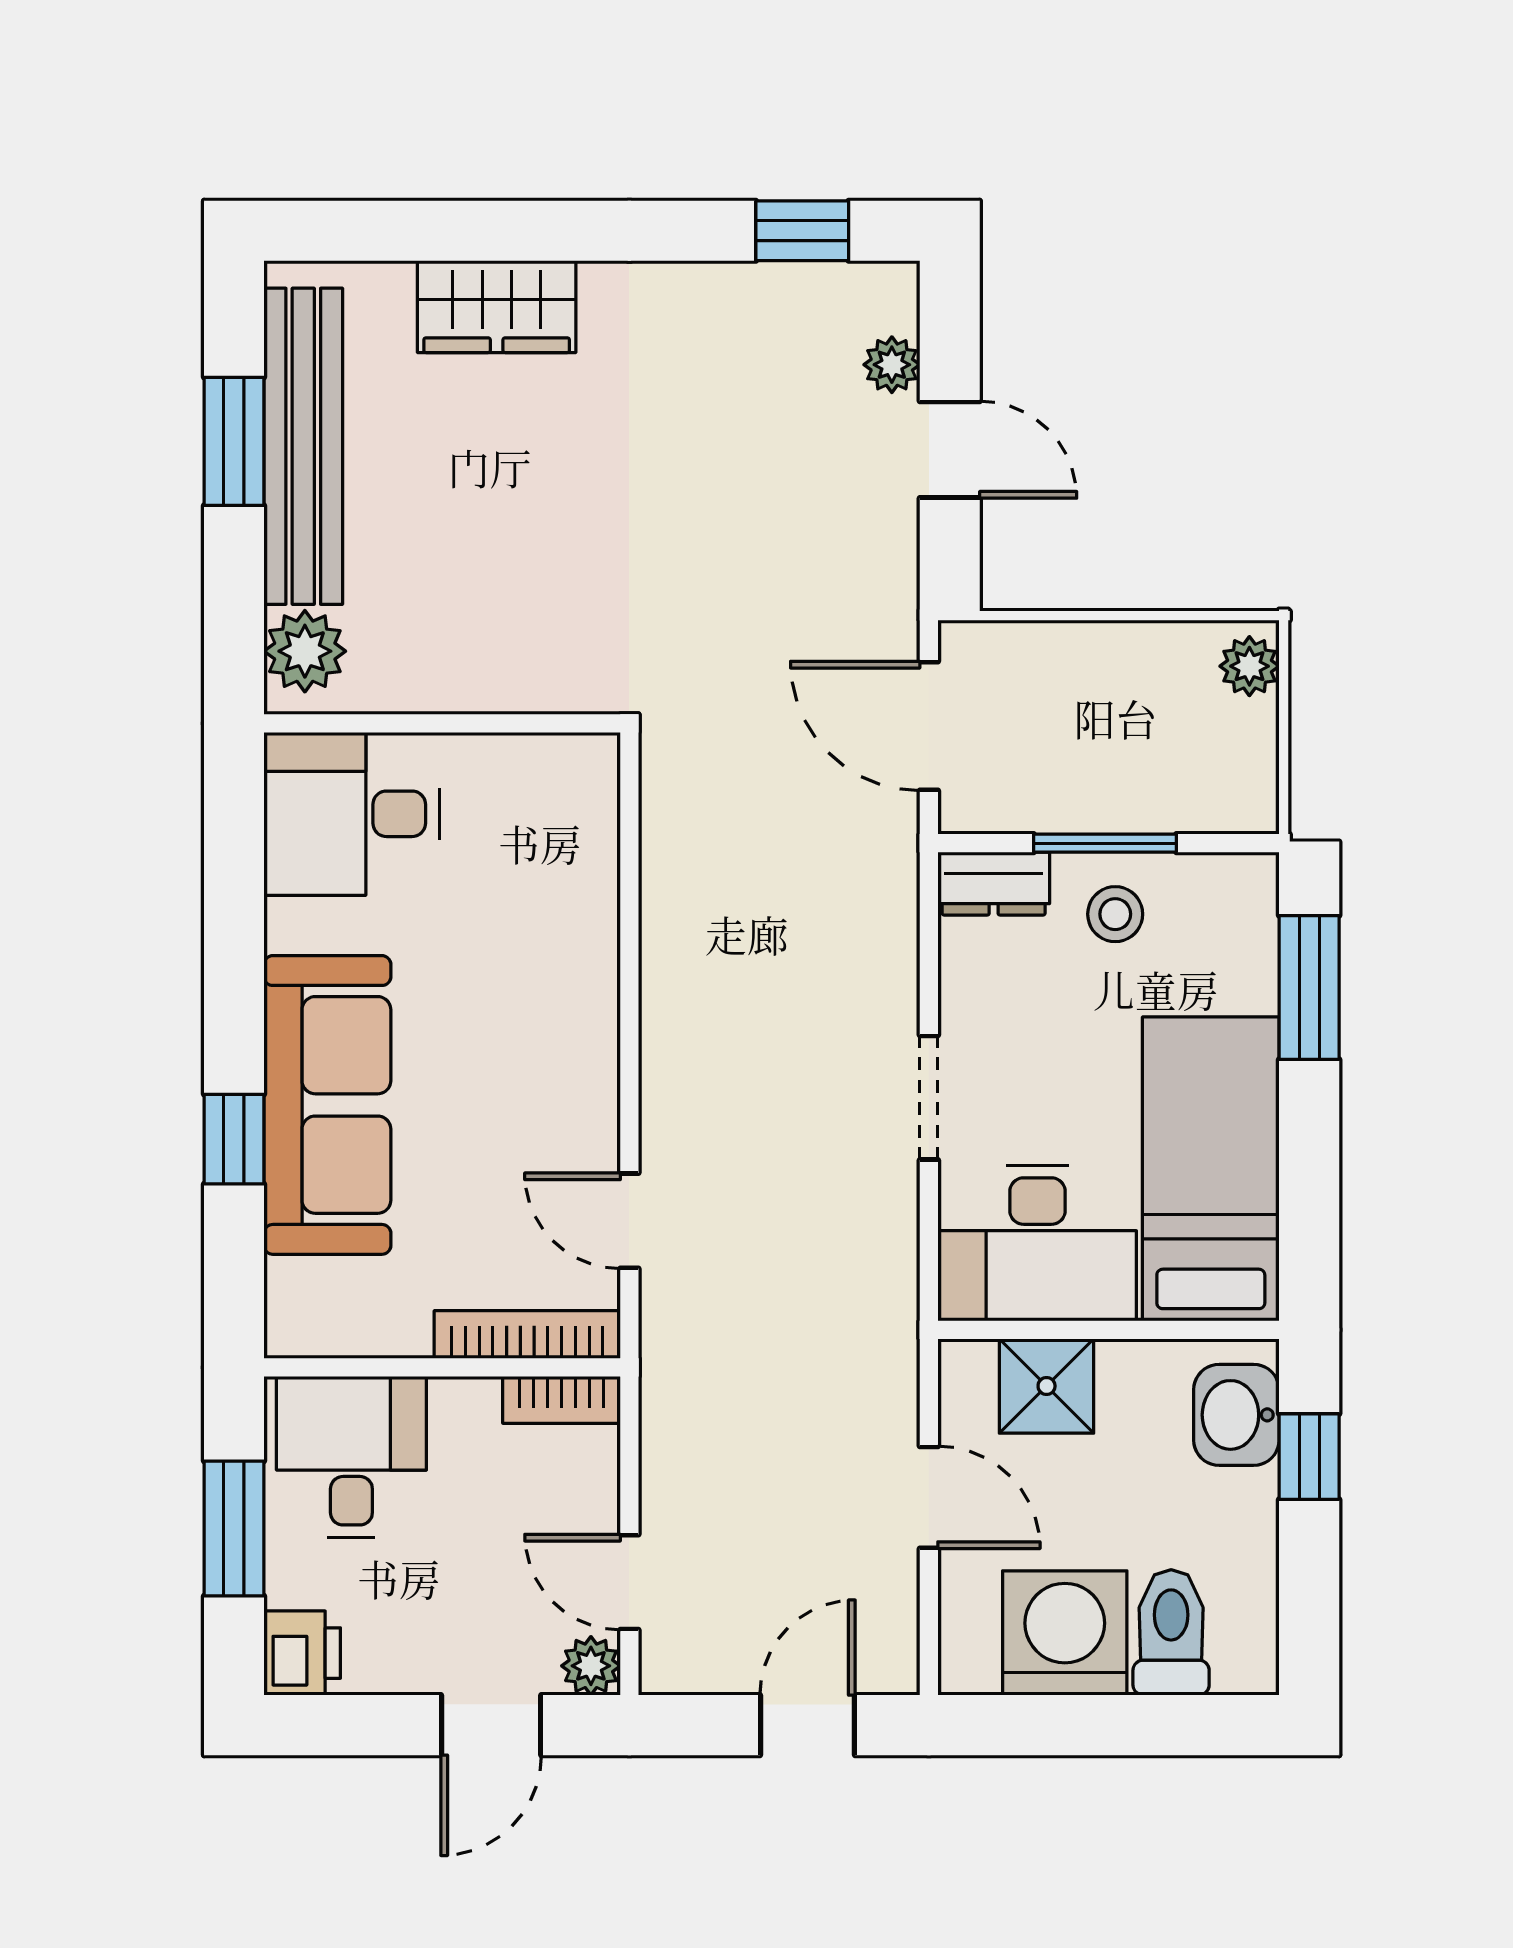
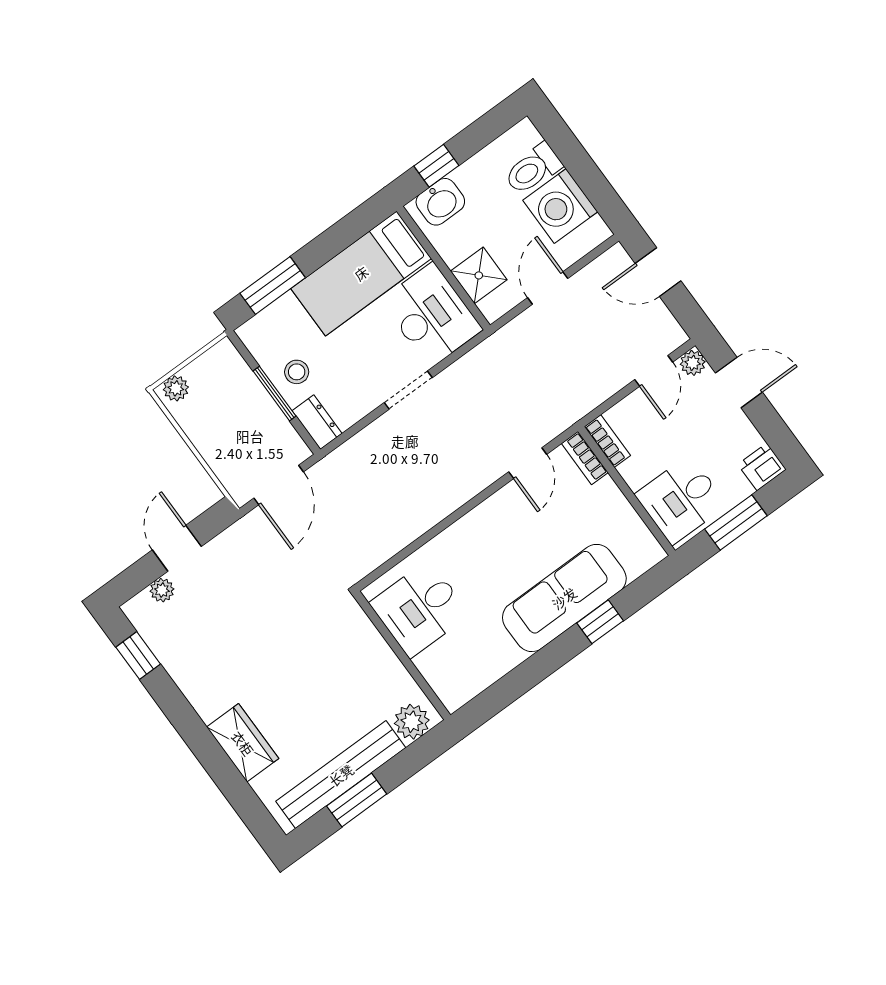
desk: (352, 814) -> (420, 609), moved, turned 90
bookcase: (527, 1334) -> (585, 458), width x0.64

